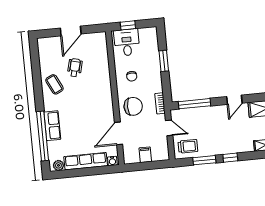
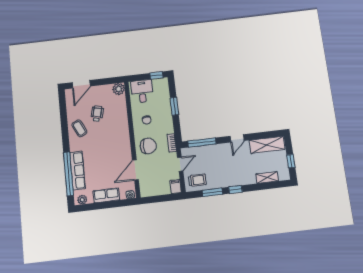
window: (128, 25) -> (156, 75), moved
door: (71, 31) -> (81, 84), moved
plant: (100, 39) -> (119, 89), added
row of seats: (52, 126) -> (78, 170), width x1.48
door: (169, 128) -> (180, 164), hinge flipped
filing cabinet: (145, 155) -> (176, 187), moved
row of seats: (86, 161) -> (106, 195), width x0.68

